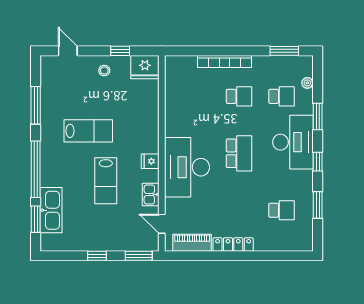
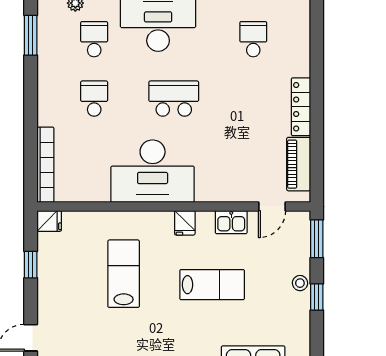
bookcase: (224, 61) -> (45, 165), moved
fridge: (145, 67) -> (49, 221), width x0.53, depth x0.75
stool: (104, 71) -> (300, 283), moved
lab bench: (88, 131) -> (124, 274), moved
desk: (187, 167) -> (153, 171), moved

